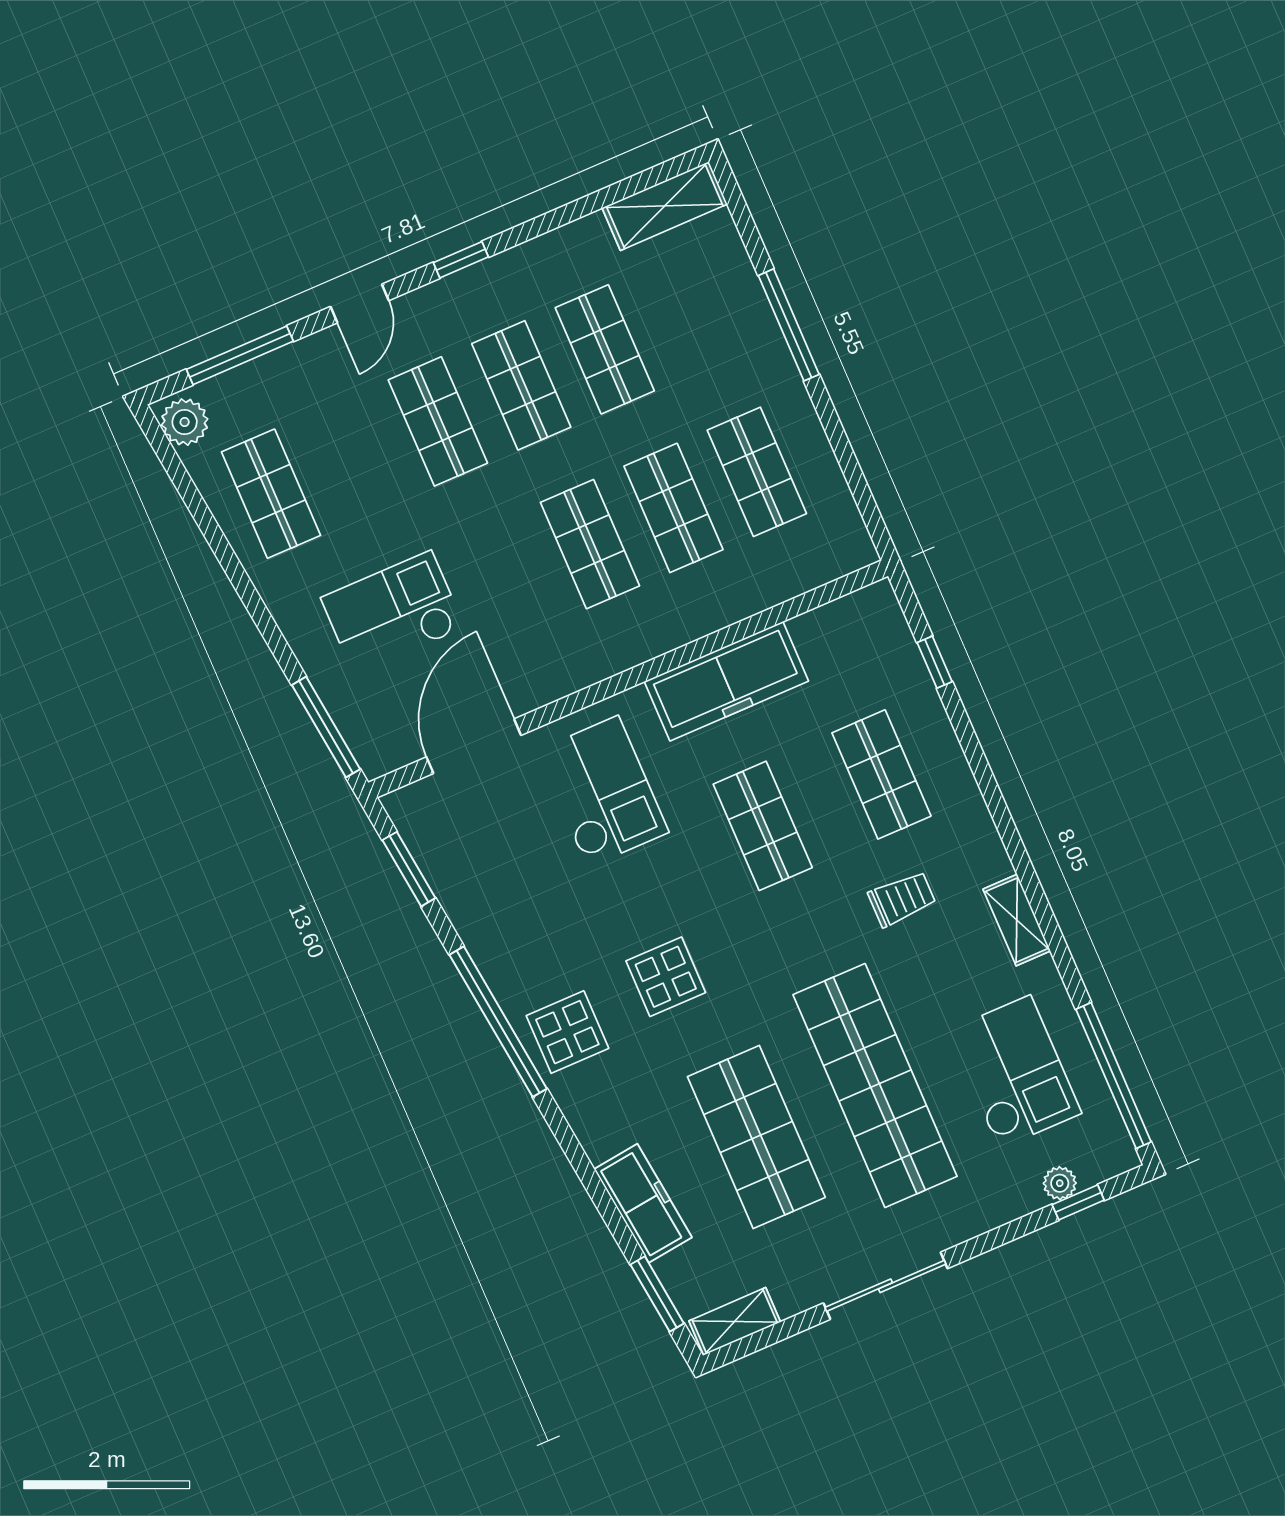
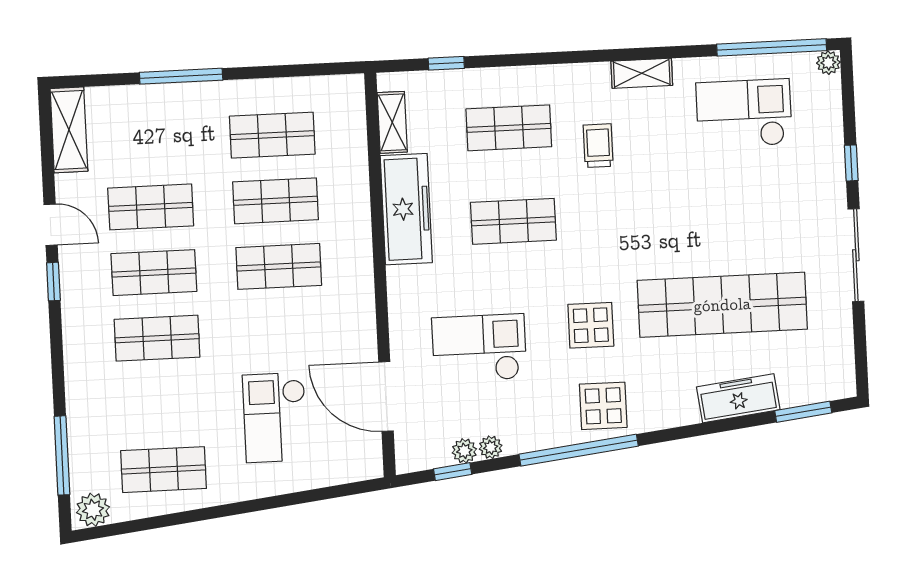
door: (360, 304) -> (51, 225), moved
window: (326, 727) -> (335, 492), removed
checkout: (603, 792) -> (479, 348), moved
window: (409, 869) -> (453, 472), width x0.67
plant: (442, 874) -> (464, 451), added
plant: (459, 906) -> (491, 447), added
shop shelf: (875, 1086) -> (718, 211), removed
shop shelf: (756, 1137) -> (722, 305), width x1.40
plant: (1060, 1183) -> (828, 63), moved
window: (1078, 1202) -> (851, 163), moved
shelving: (735, 1321) -> (392, 122), moved

